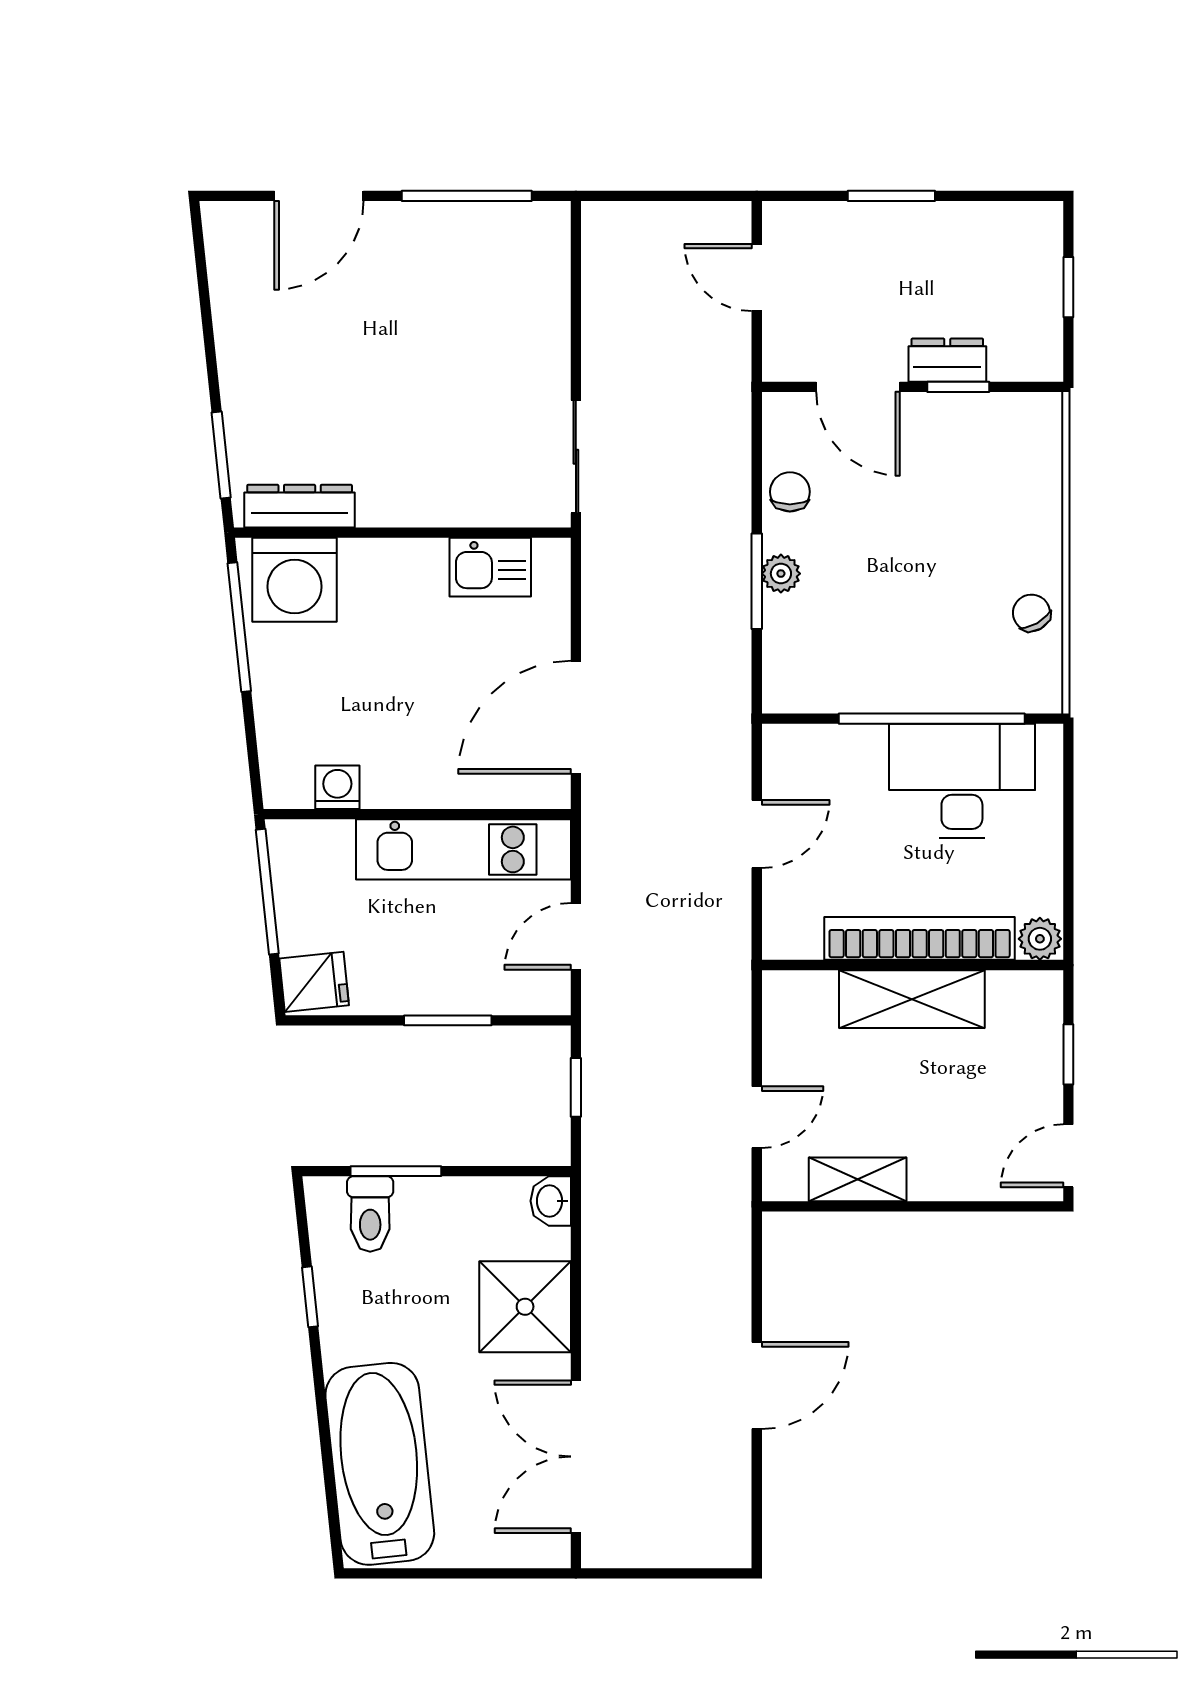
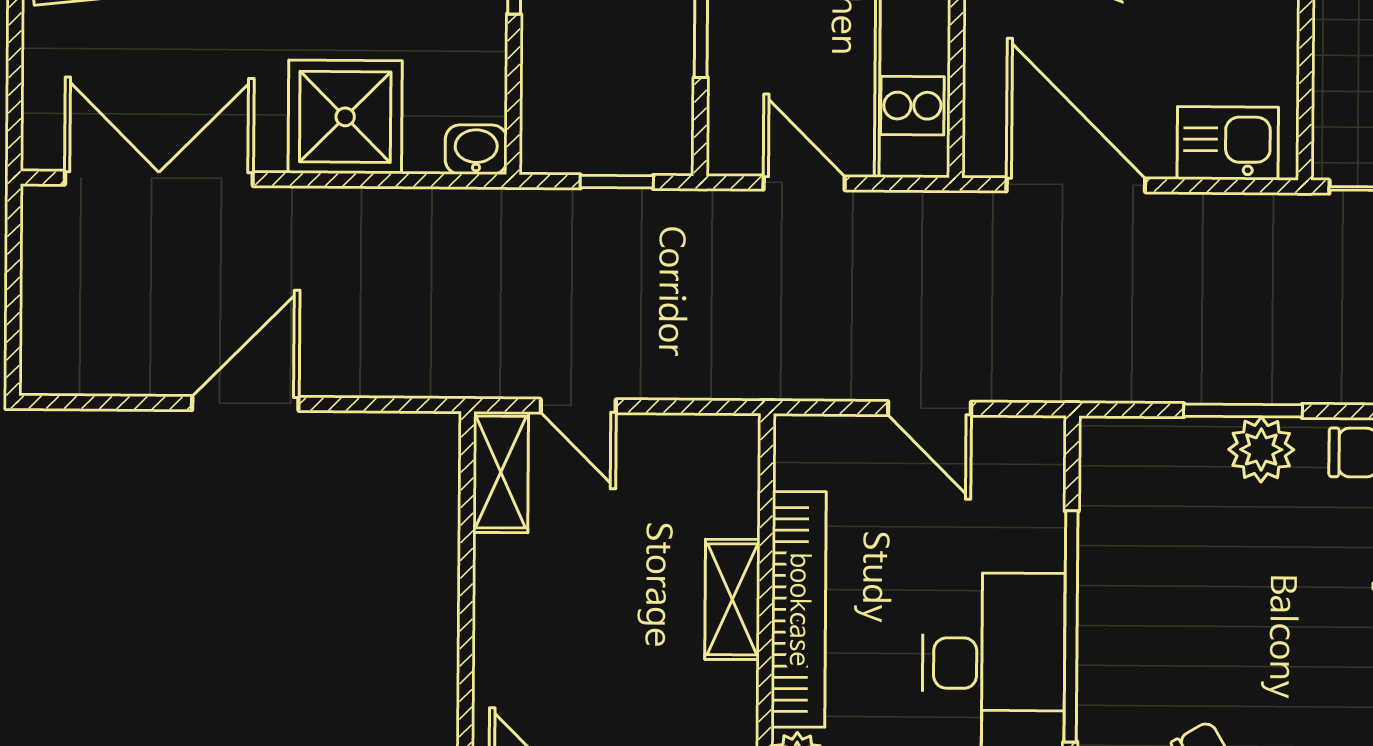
kitchen sink: (490, 567) -> (1228, 143), moved, turned 90
plant: (781, 574) -> (1261, 450), width x1.38, depth x1.38
shelving: (912, 999) -> (732, 599), width x0.67, depth x0.75
shelving: (858, 1179) -> (501, 472), moved
door: (757, 1386) -> (245, 404), swing flipped

